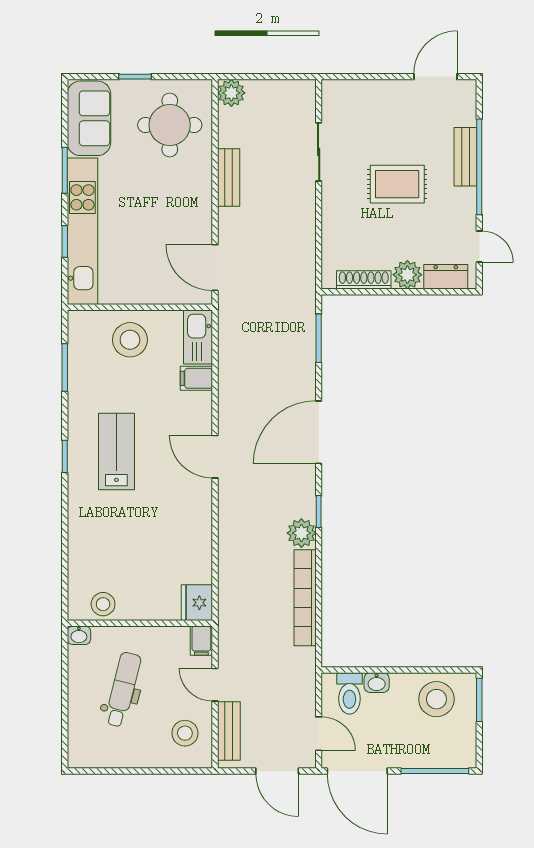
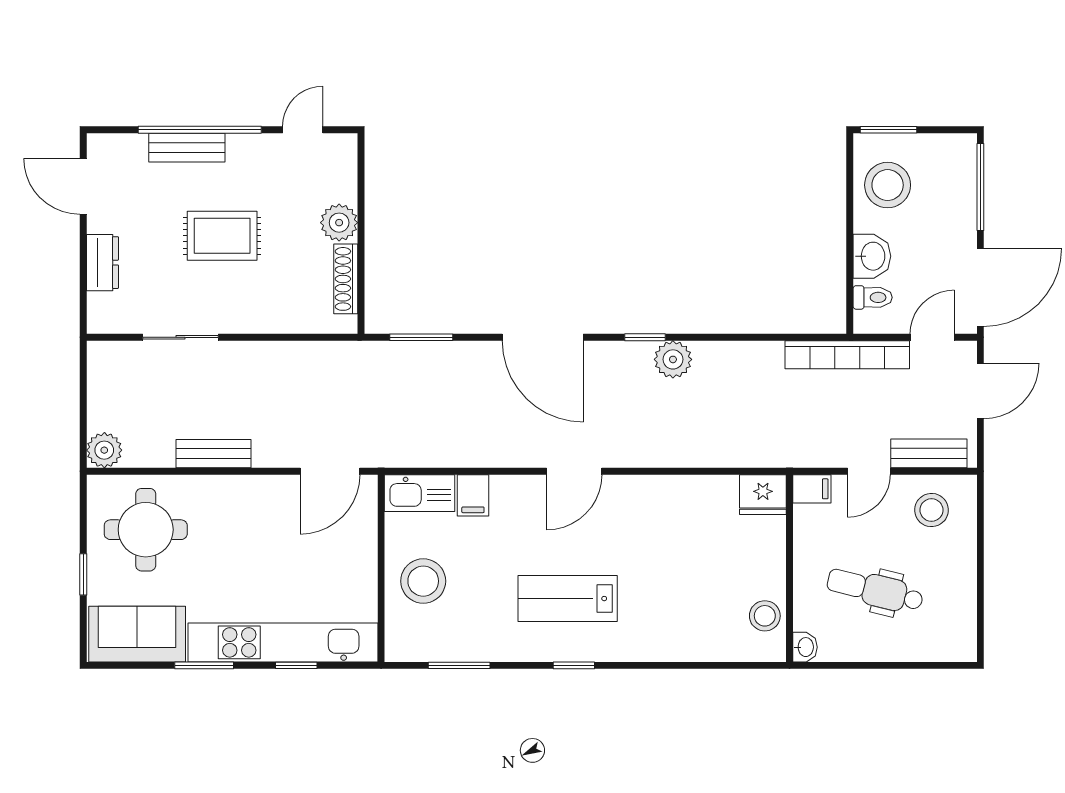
rug: (397, 184) -> (222, 236), turned 90
dresser: (446, 277) -> (102, 263), moved, turned 180
bookcase: (305, 598) -> (847, 355), moved
washbasin: (377, 683) -> (872, 256), width x1.38, depth x1.45
toilet: (349, 693) -> (873, 297), width x0.73, depth x0.72

